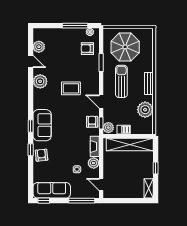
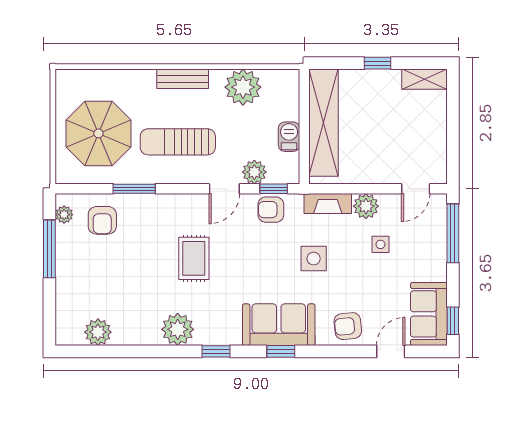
door: (31, 61) -> (391, 351), moved
plant: (108, 128) -> (254, 172), moved
side table: (71, 140) -> (314, 259), added
window: (31, 150) -> (216, 351), moved
sofa: (52, 190) -> (429, 314), width x0.73

